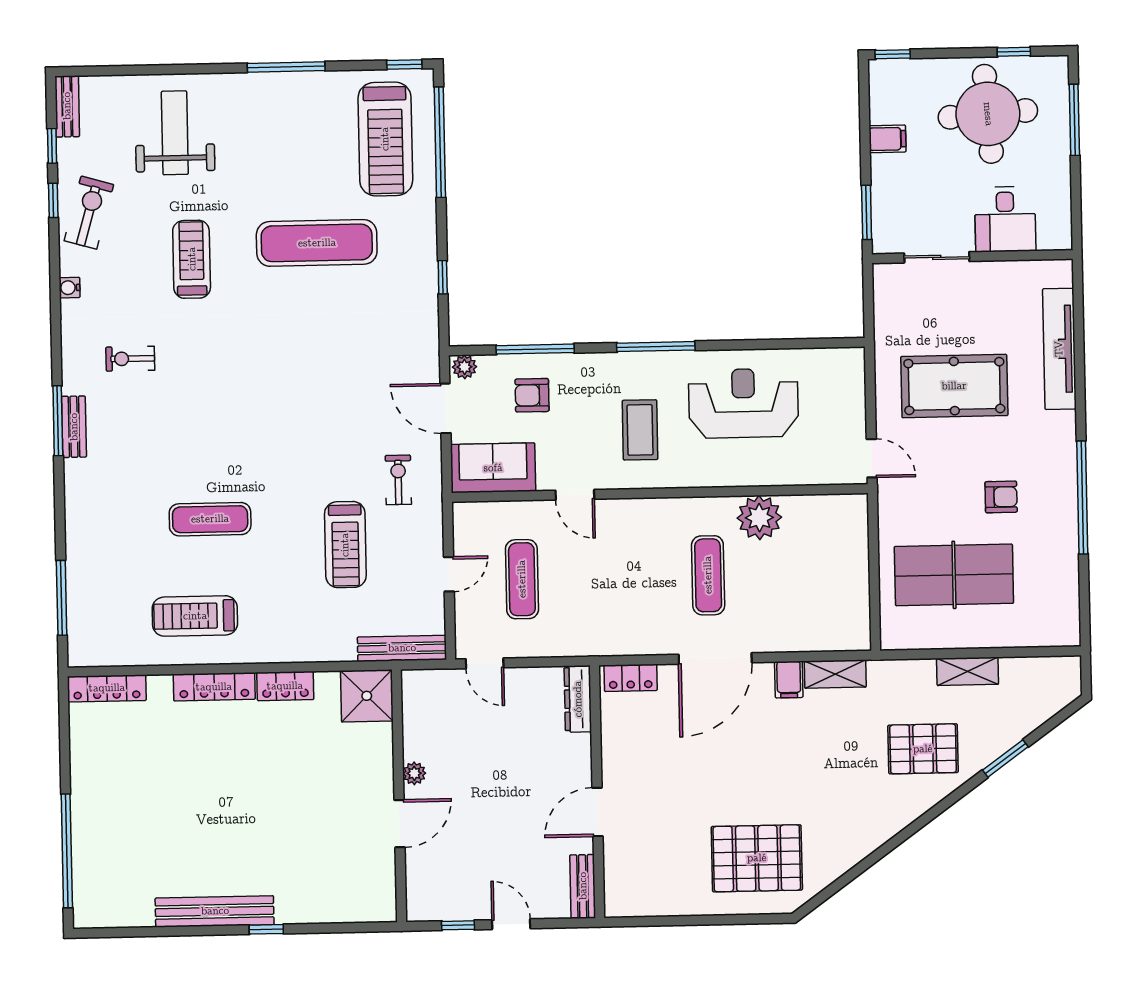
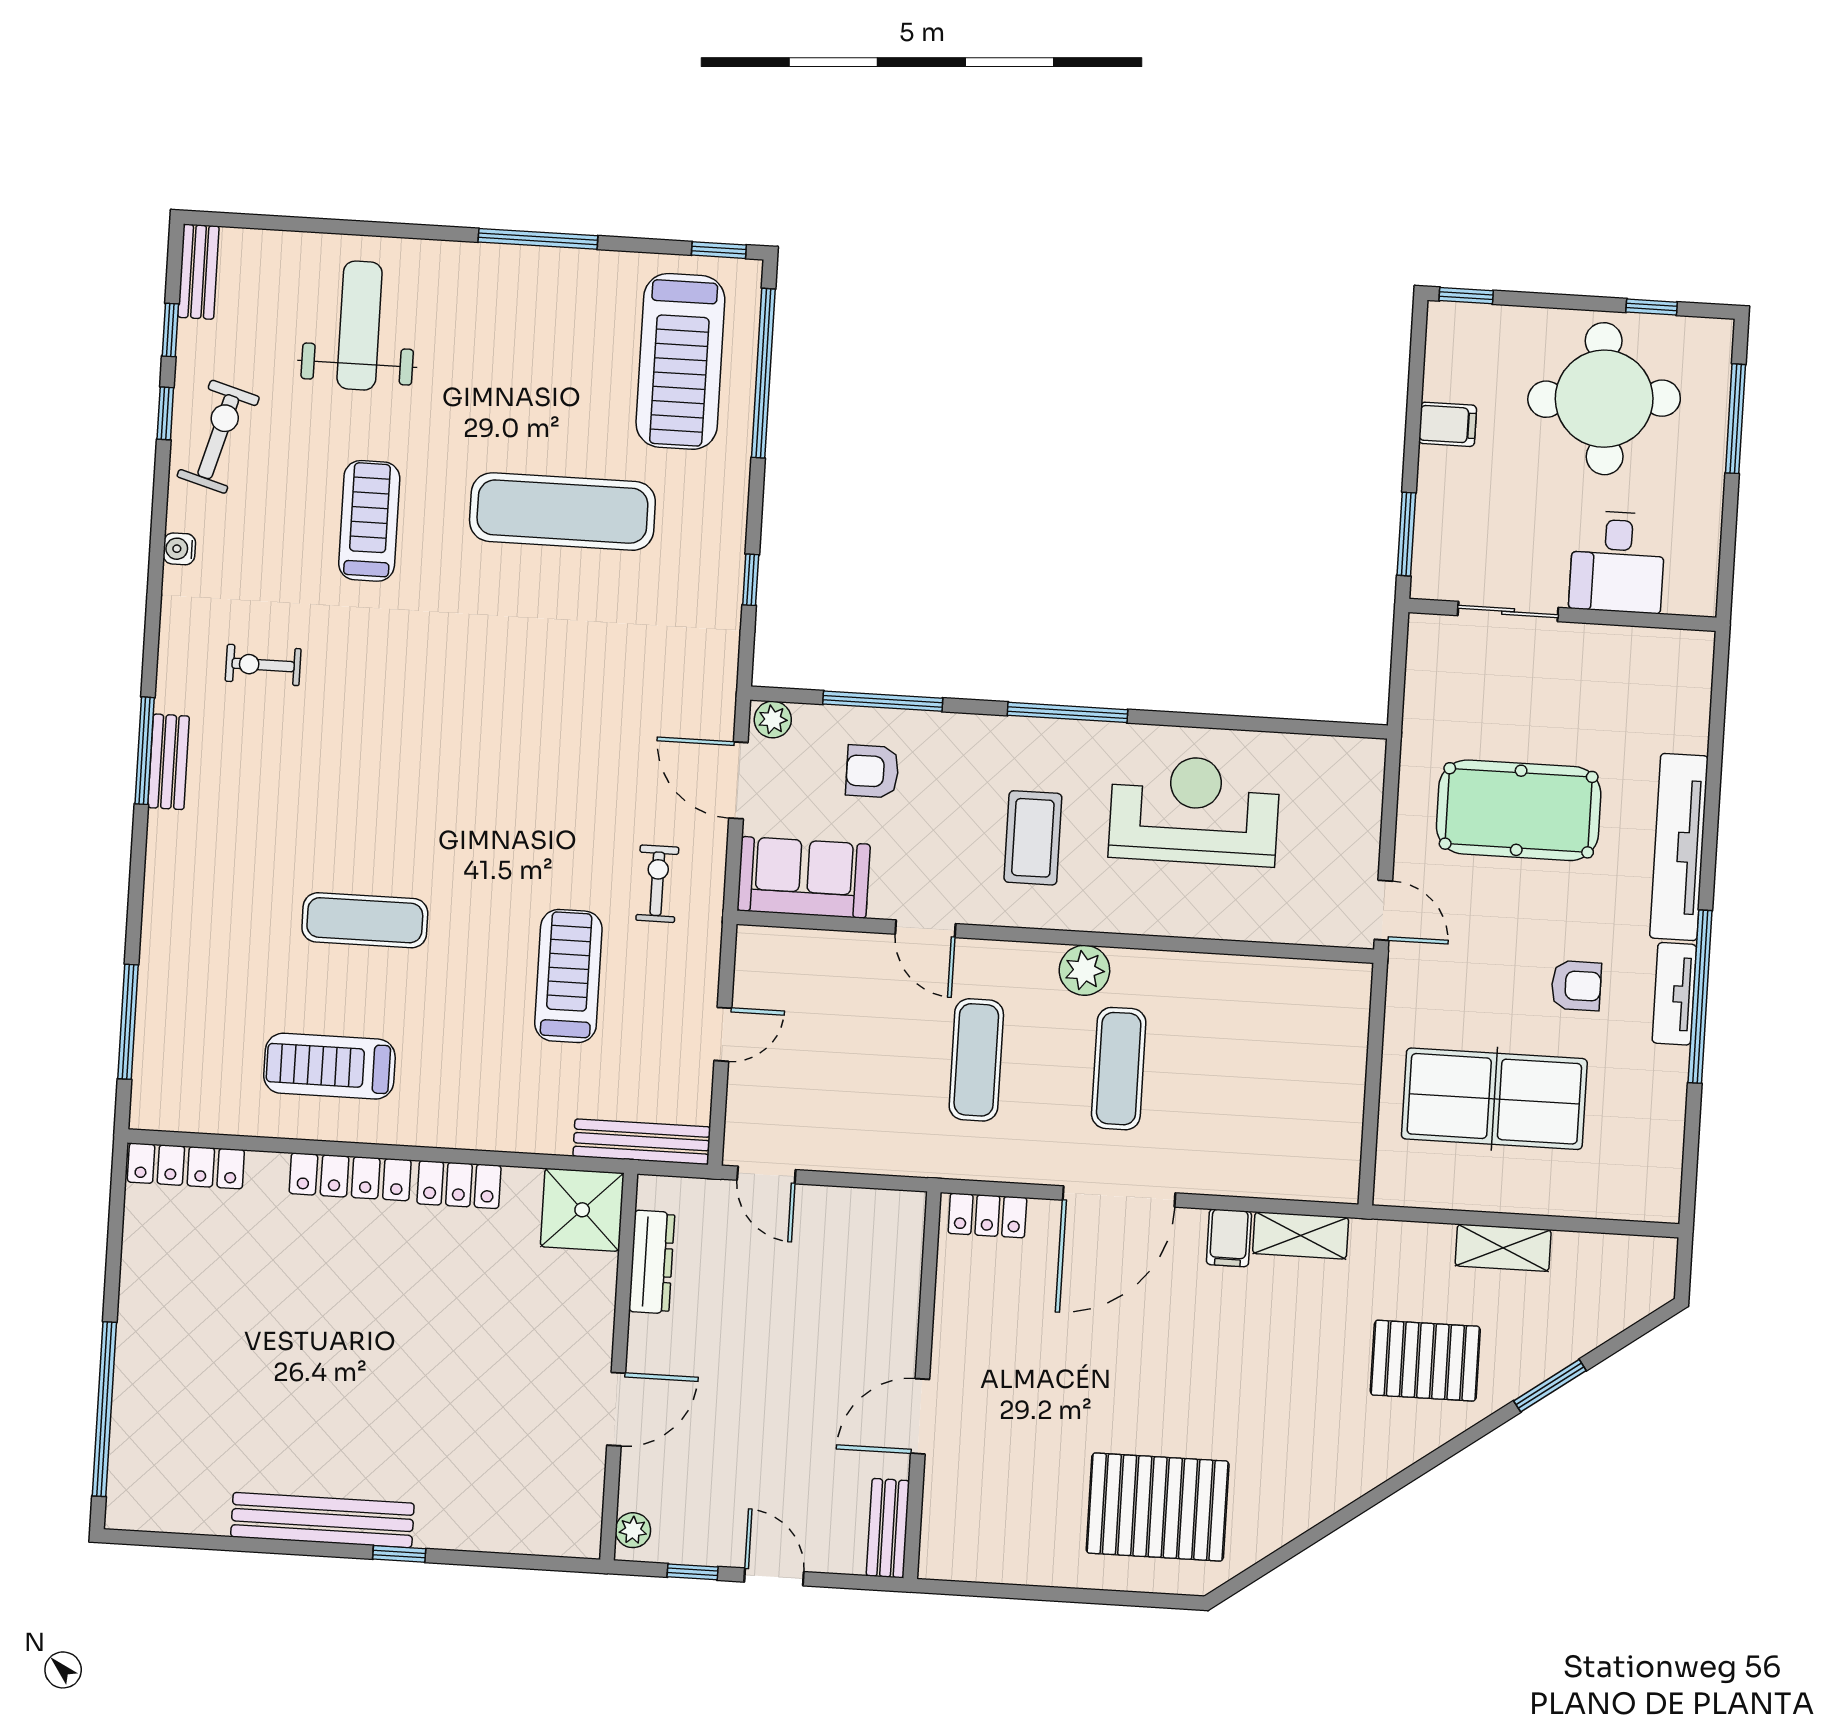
tv unit: (1059, 349) -> (1679, 847), moved
tv unit: (1065, 497) -> (1674, 994), added
plant: (759, 518) -> (1084, 970), moved, width x0.73, depth x0.73
treadmill: (345, 545) -> (568, 976), turned 180
exercise mat: (522, 579) -> (976, 1060), moved
dresser: (578, 699) -> (652, 1262), moved, turned 180
plant: (414, 773) -> (633, 1530), moved

